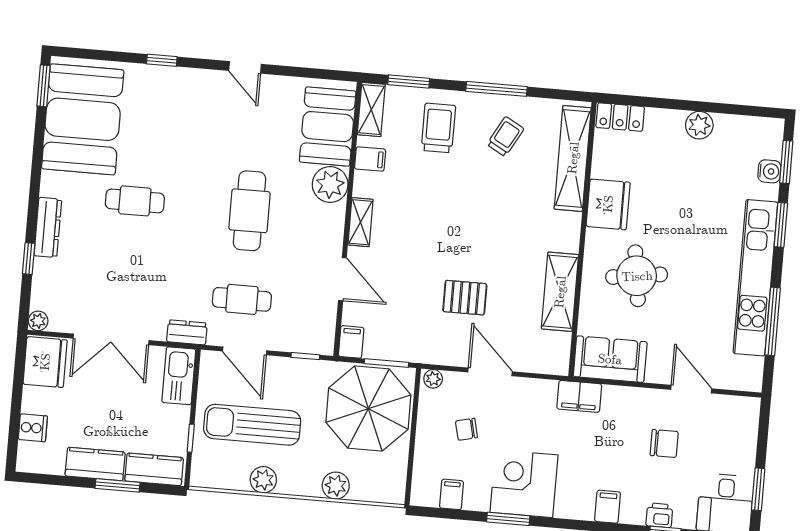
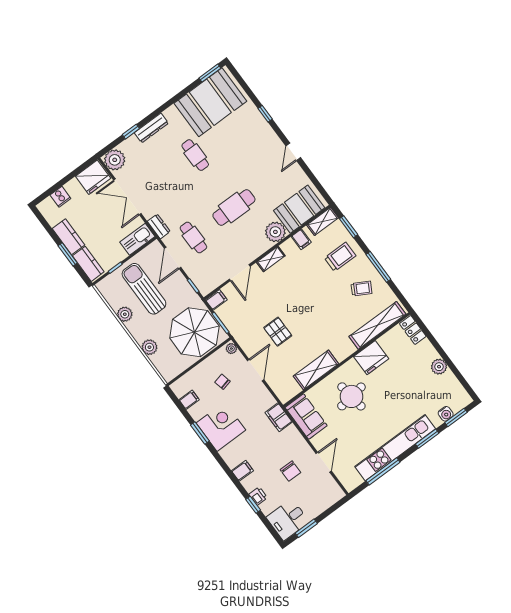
plant: (38, 321) -> (115, 160), width x1.88, depth x1.88

